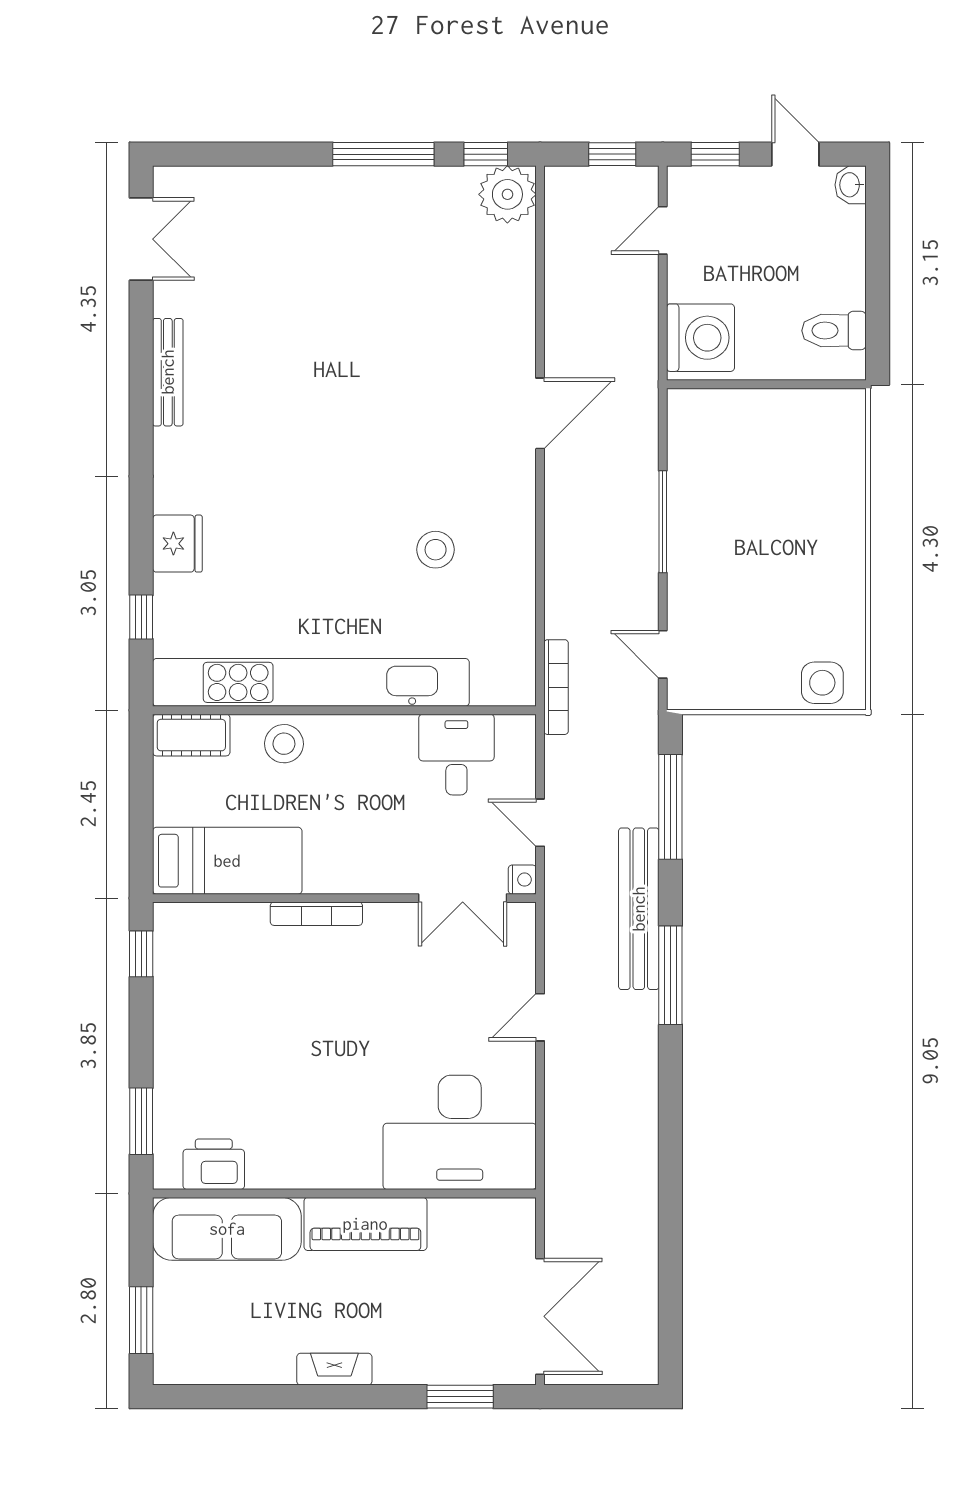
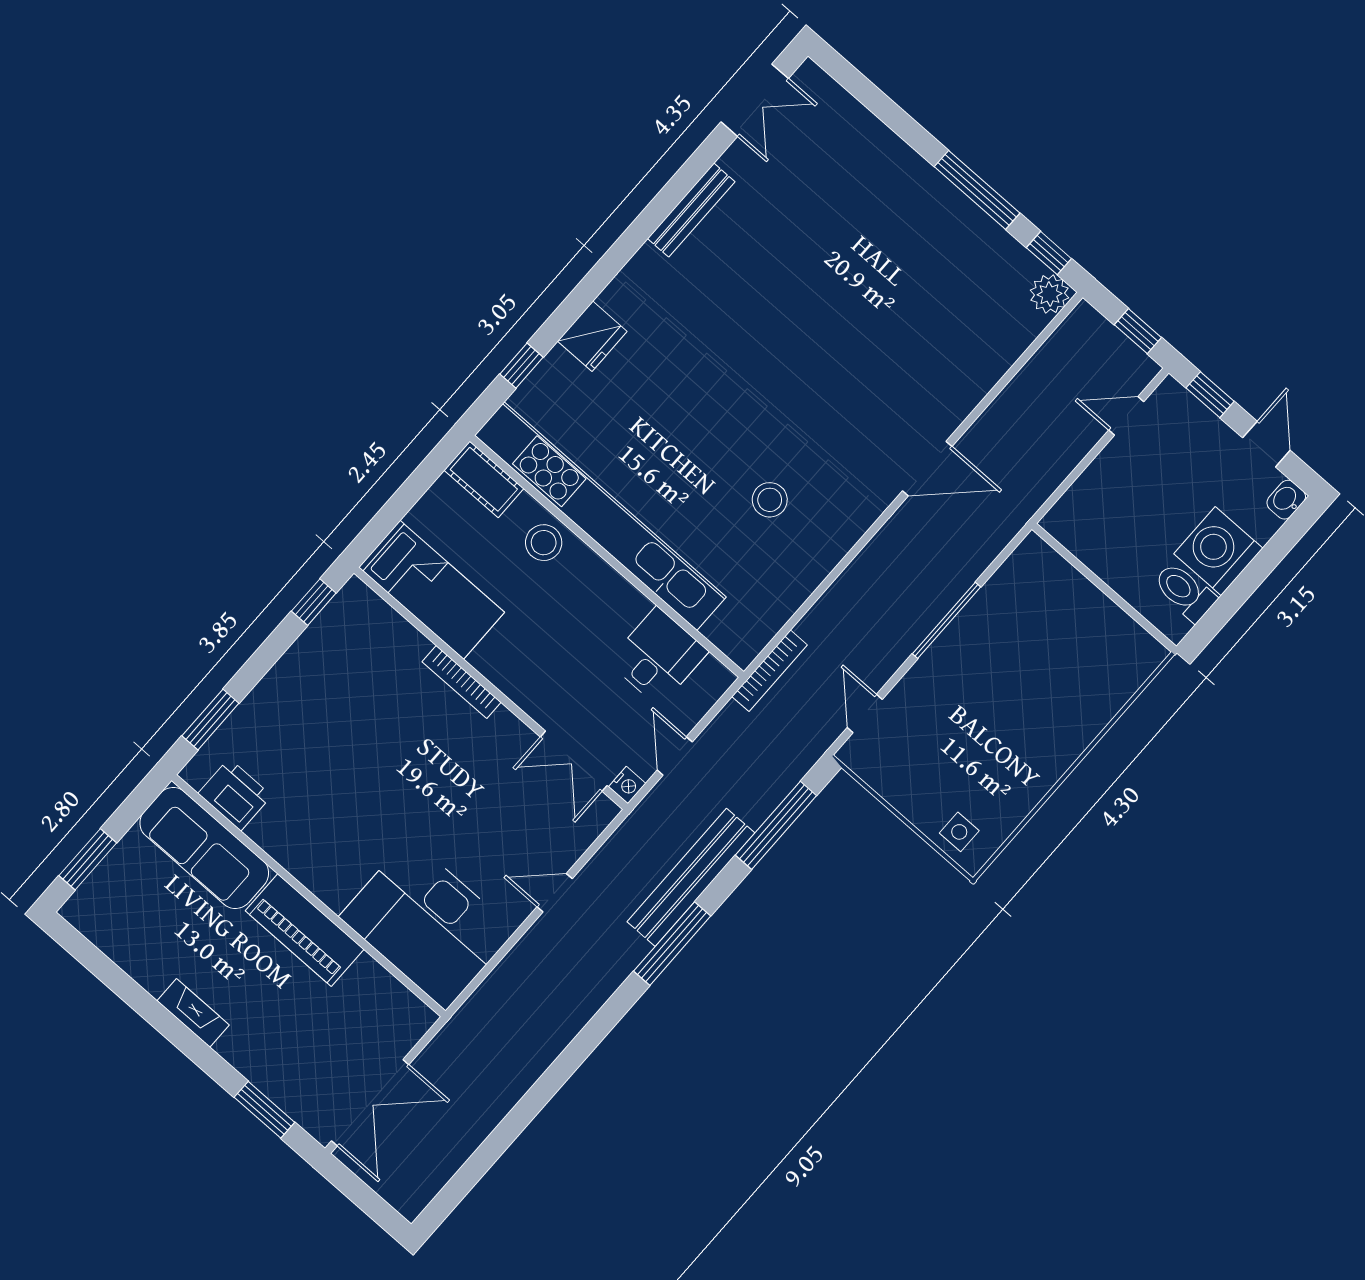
plant: (507, 194) -> (1050, 294), width x0.73, depth x0.73
washing machine: (700, 338) -> (1218, 551), moved, turned 180
side table: (822, 683) -> (959, 832), width x0.73, depth x0.73

